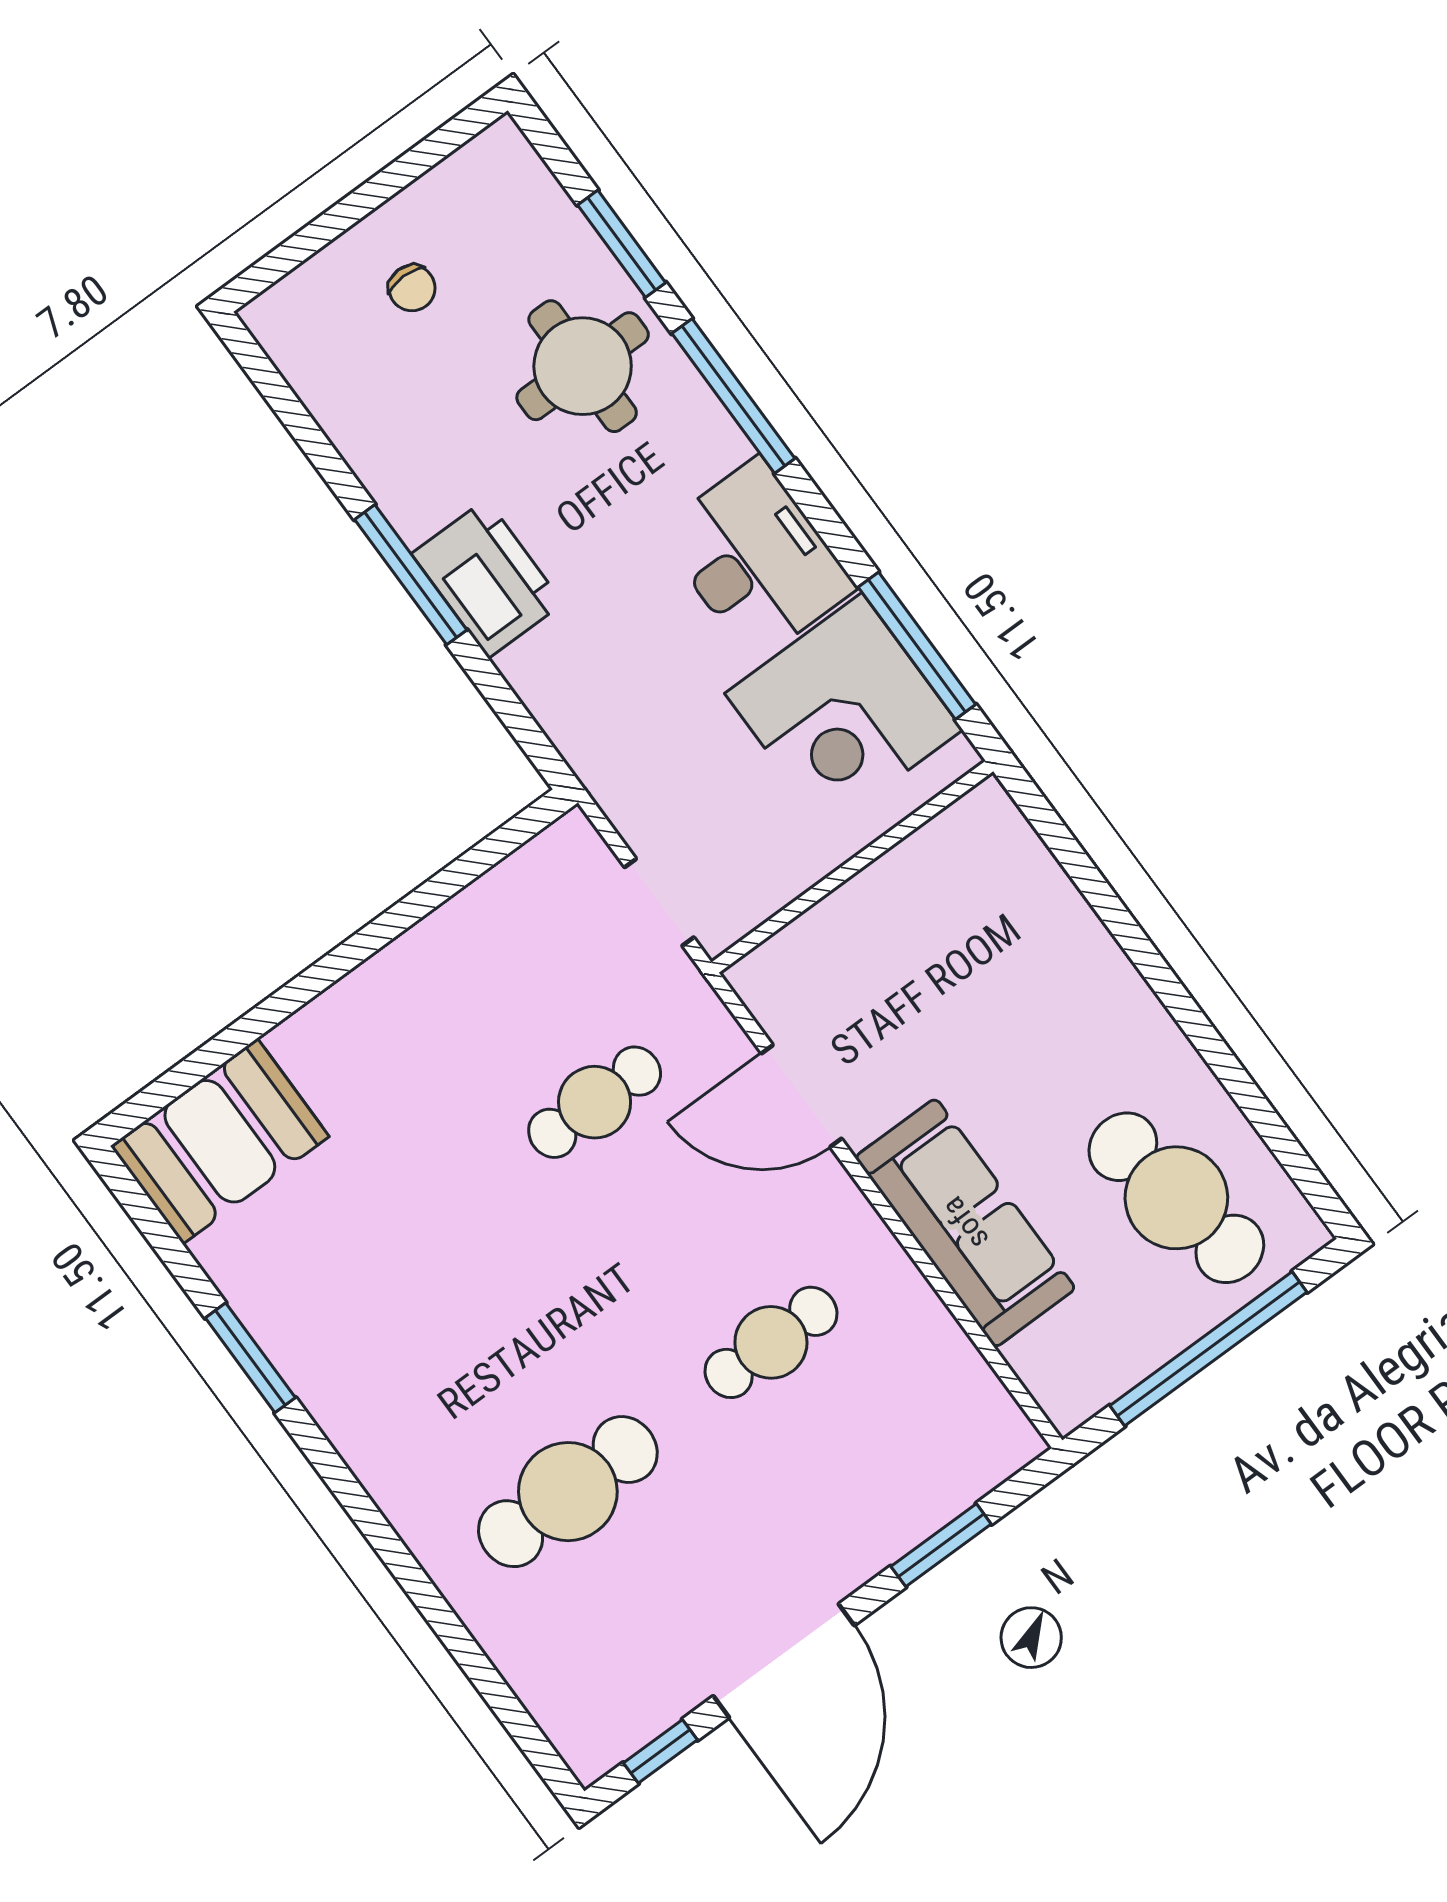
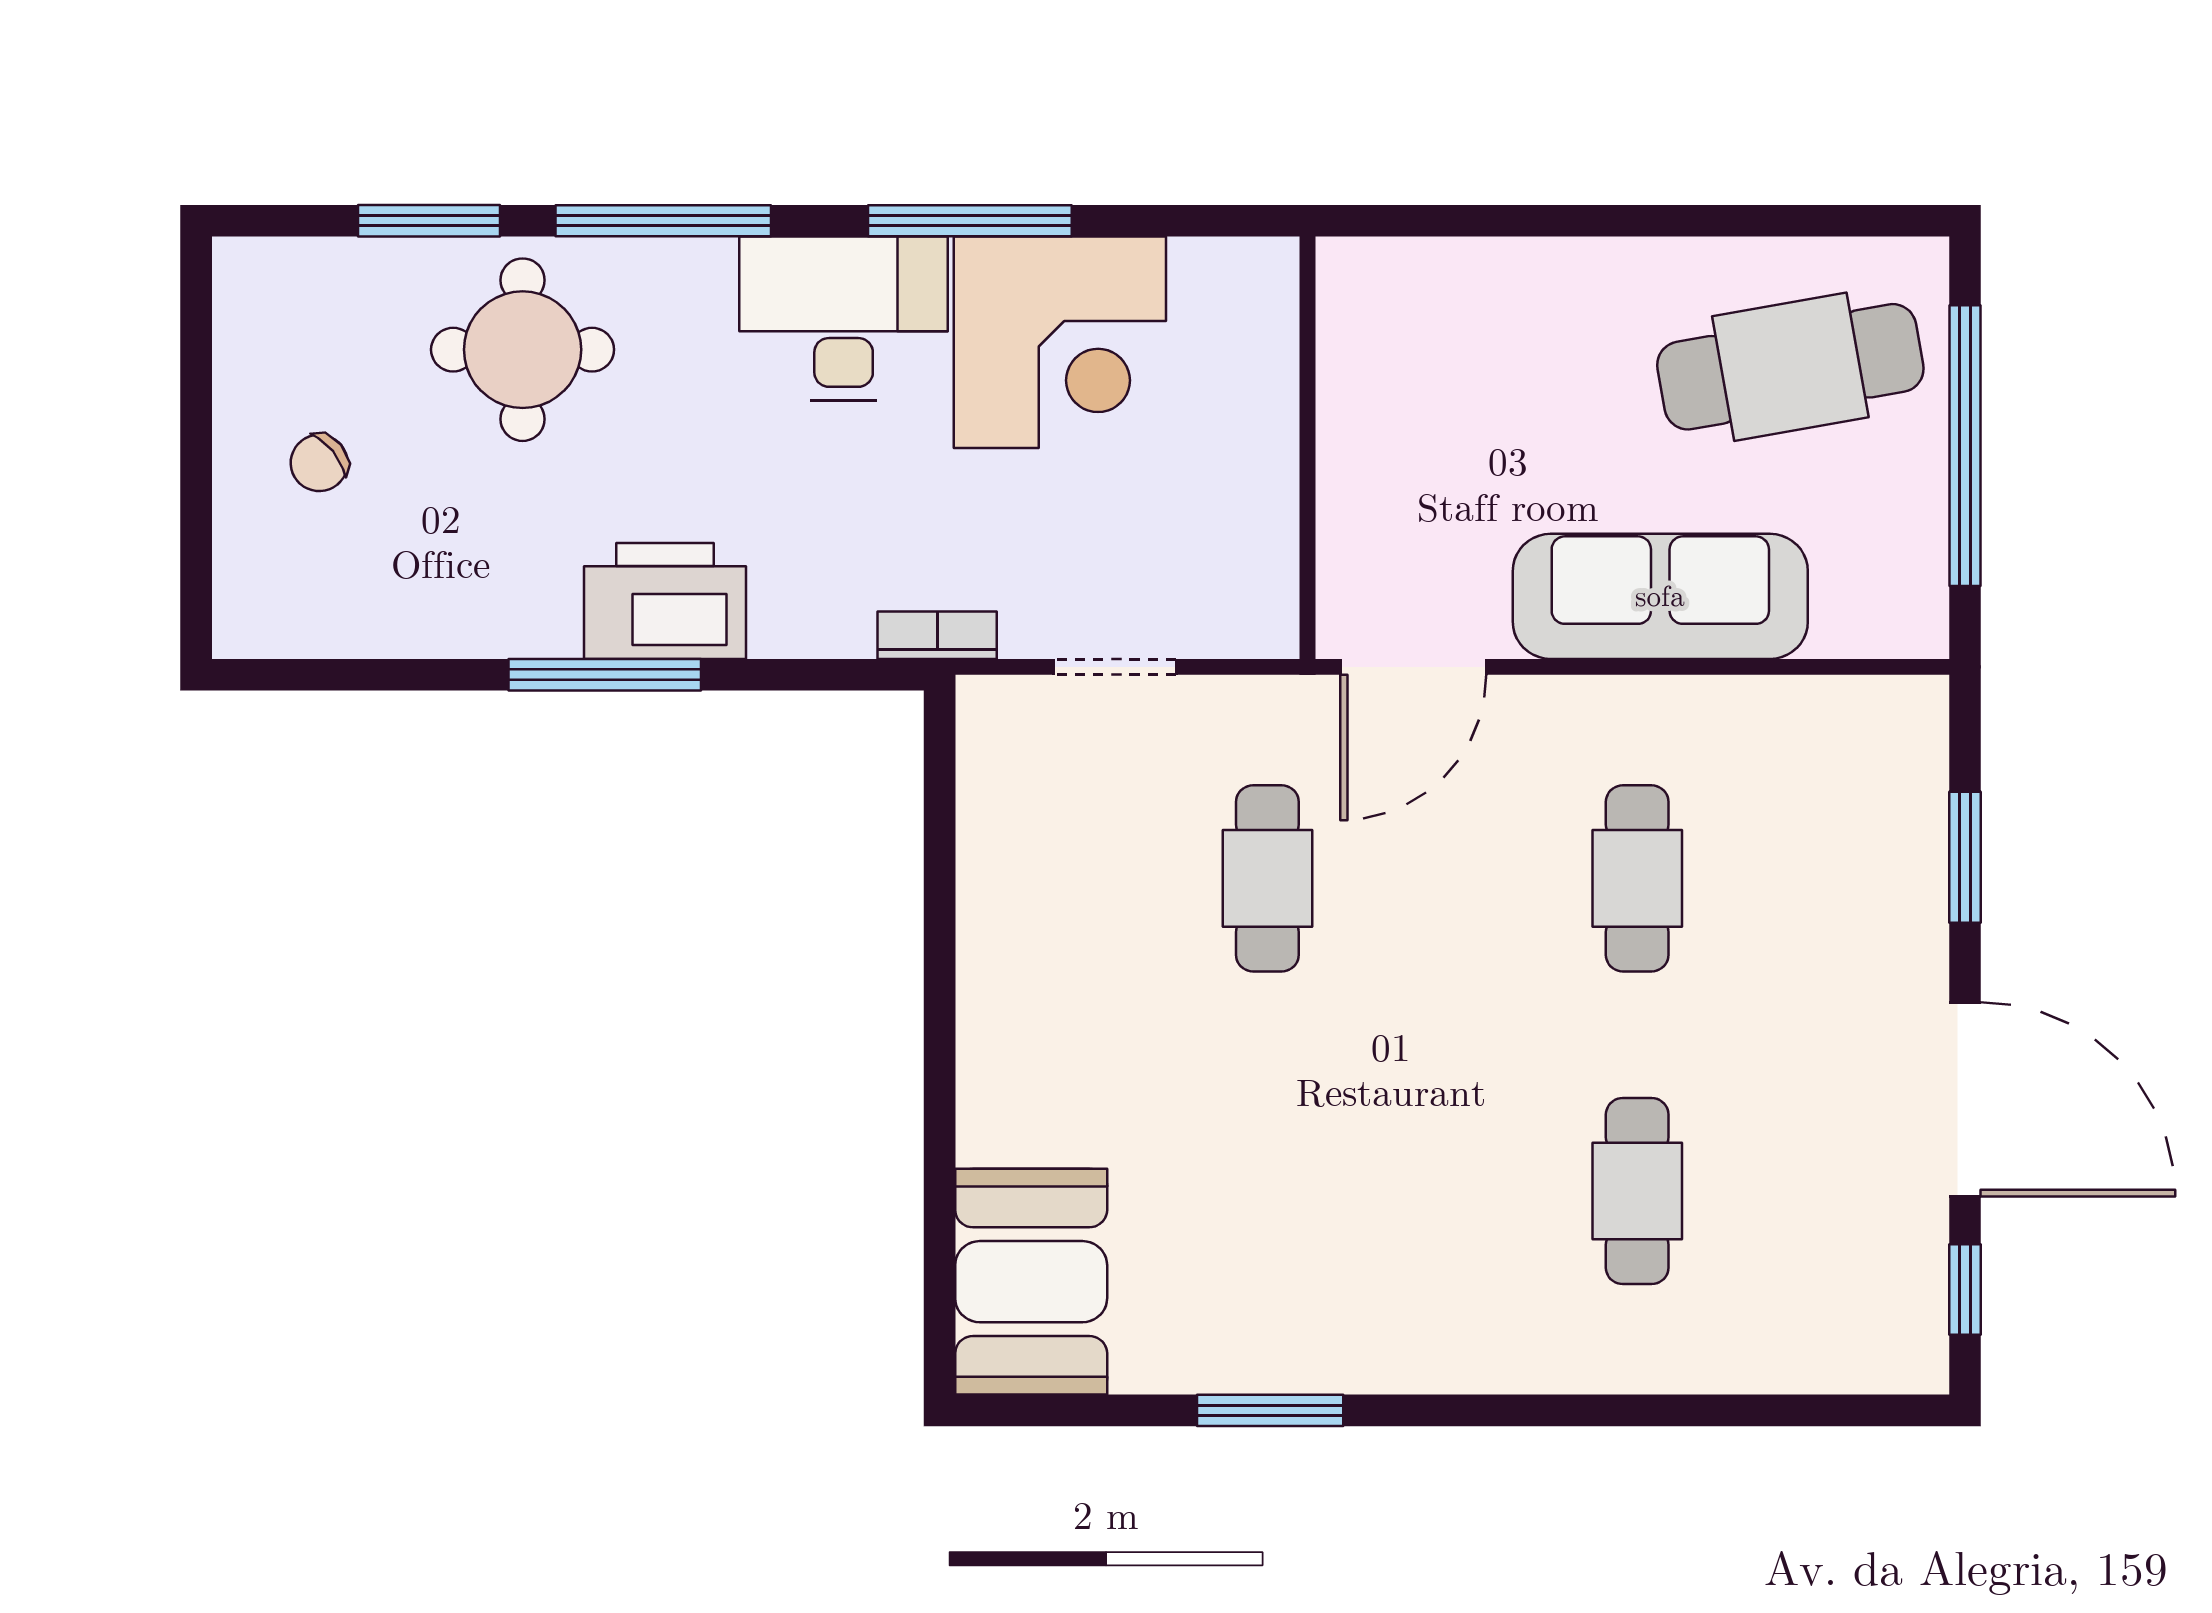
chair: (412, 288) -> (319, 463), turned 141
window: (917, 646) -> (970, 221), moved
bookcase: (595, 772) -> (937, 635), added
wall: (852, 867) -> (1307, 448), moved
cafe table: (568, 1492) -> (1637, 1191), width x0.73, depth x0.74

